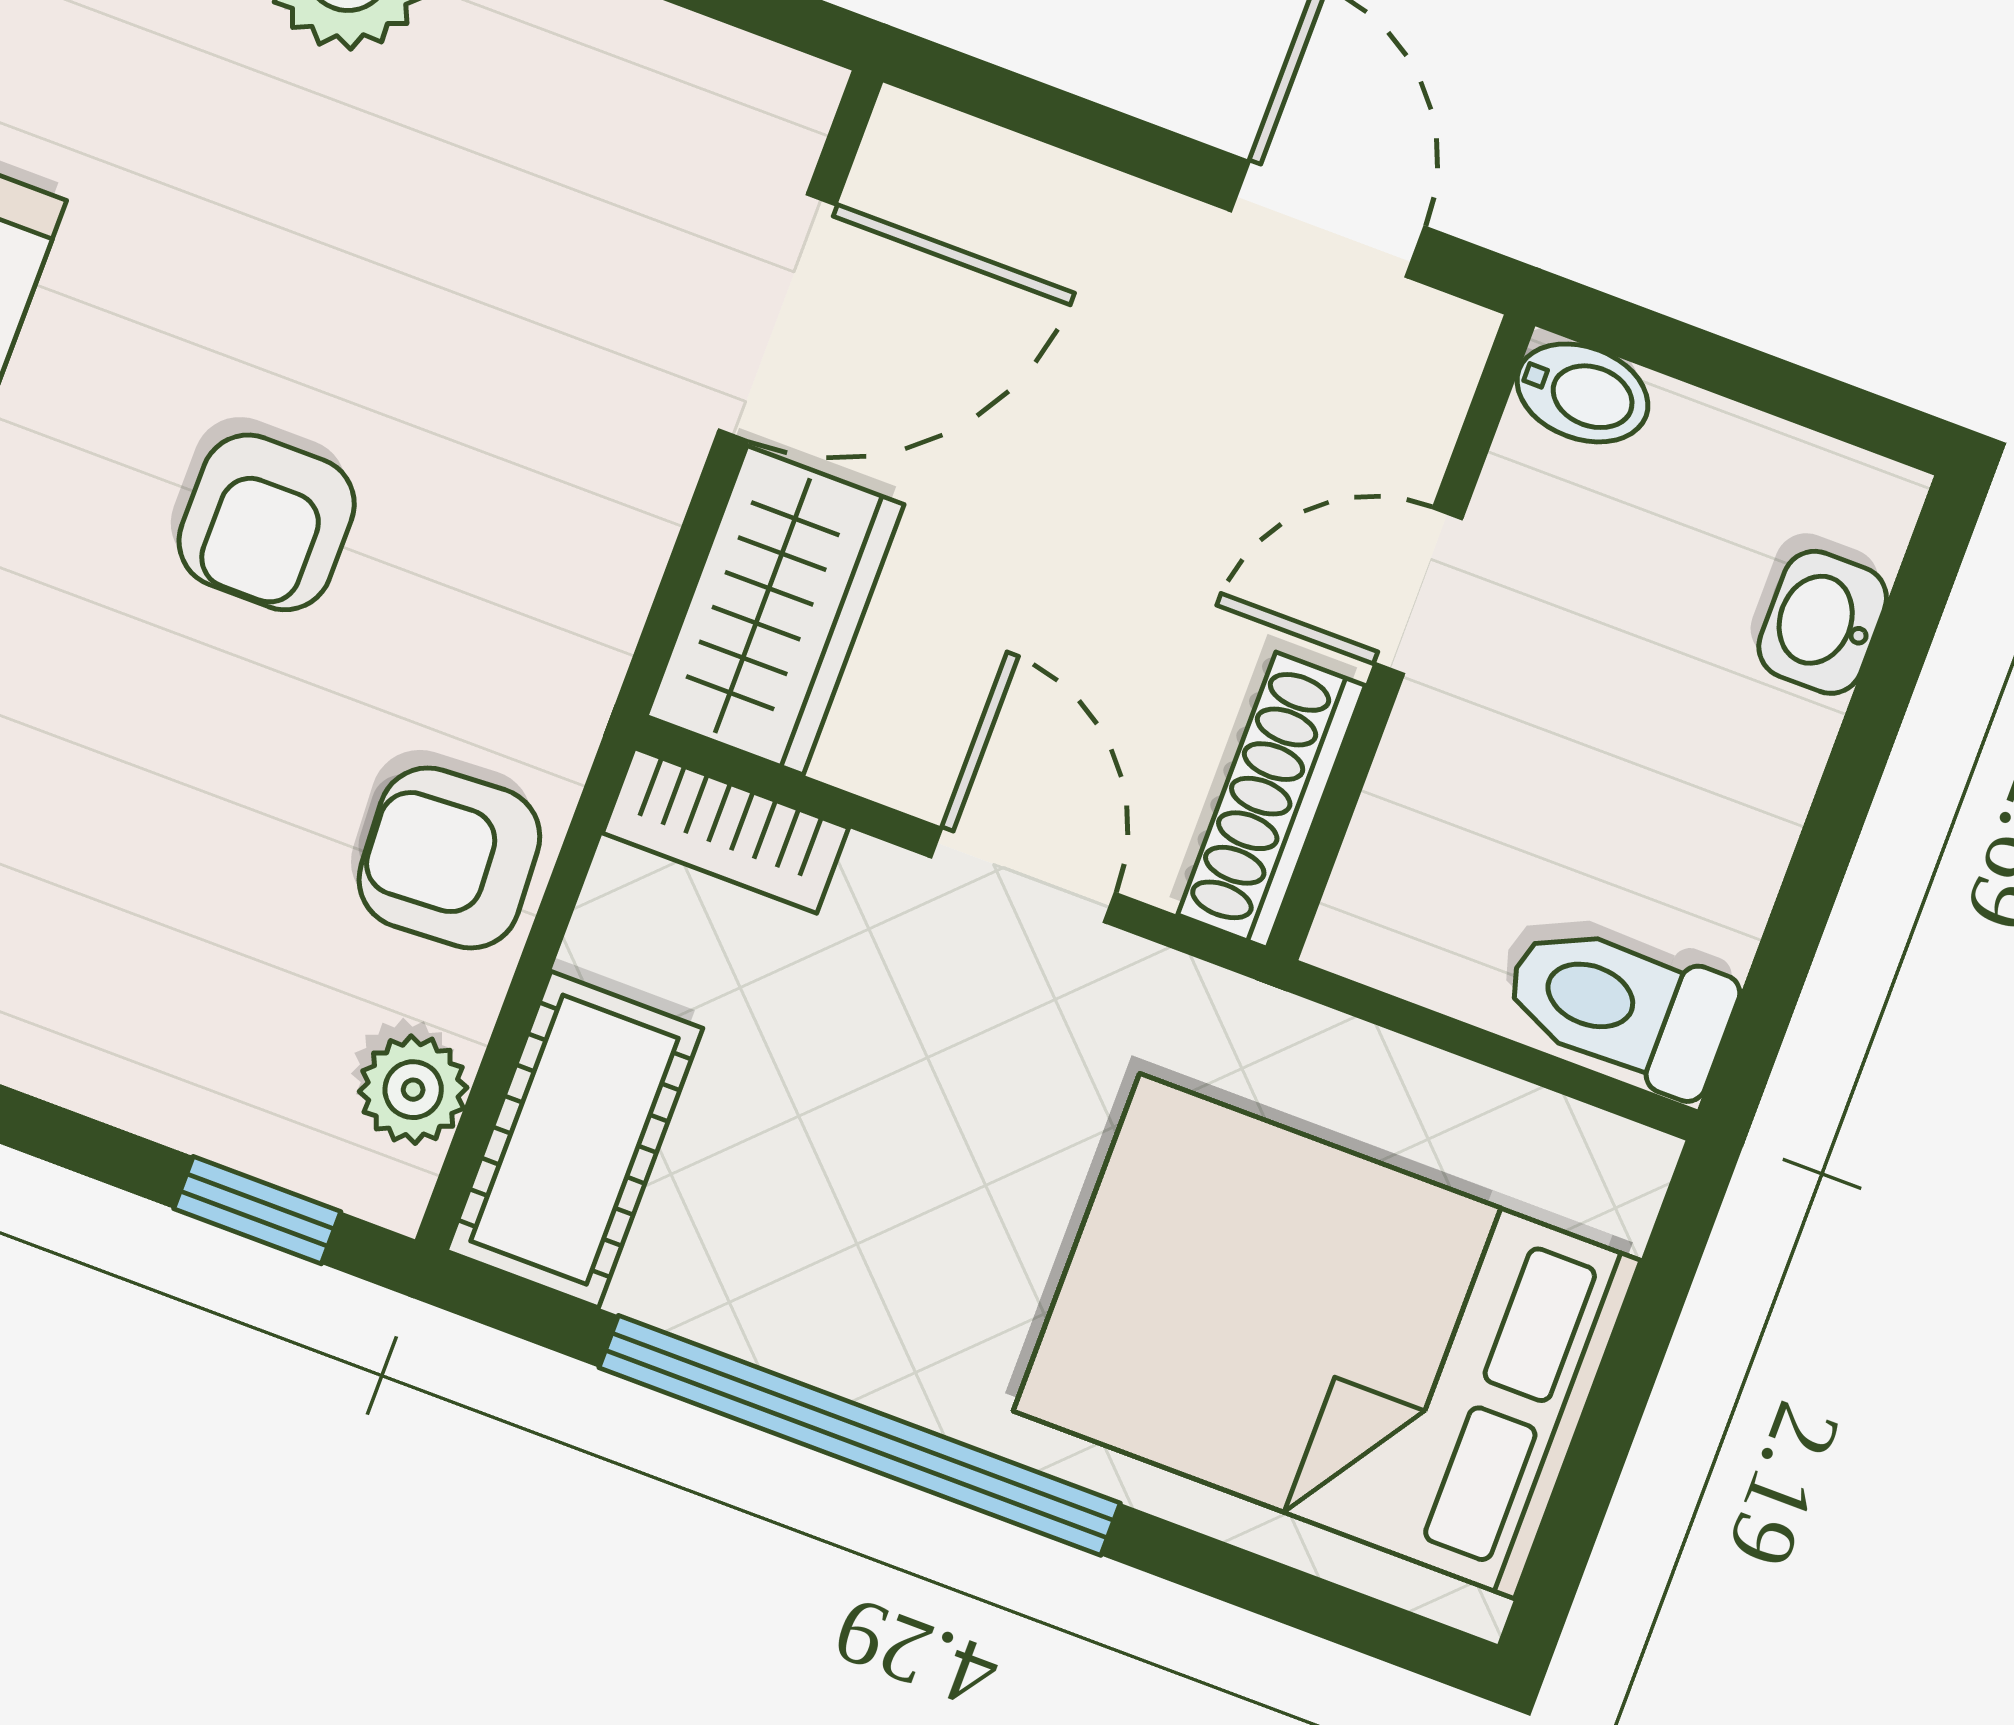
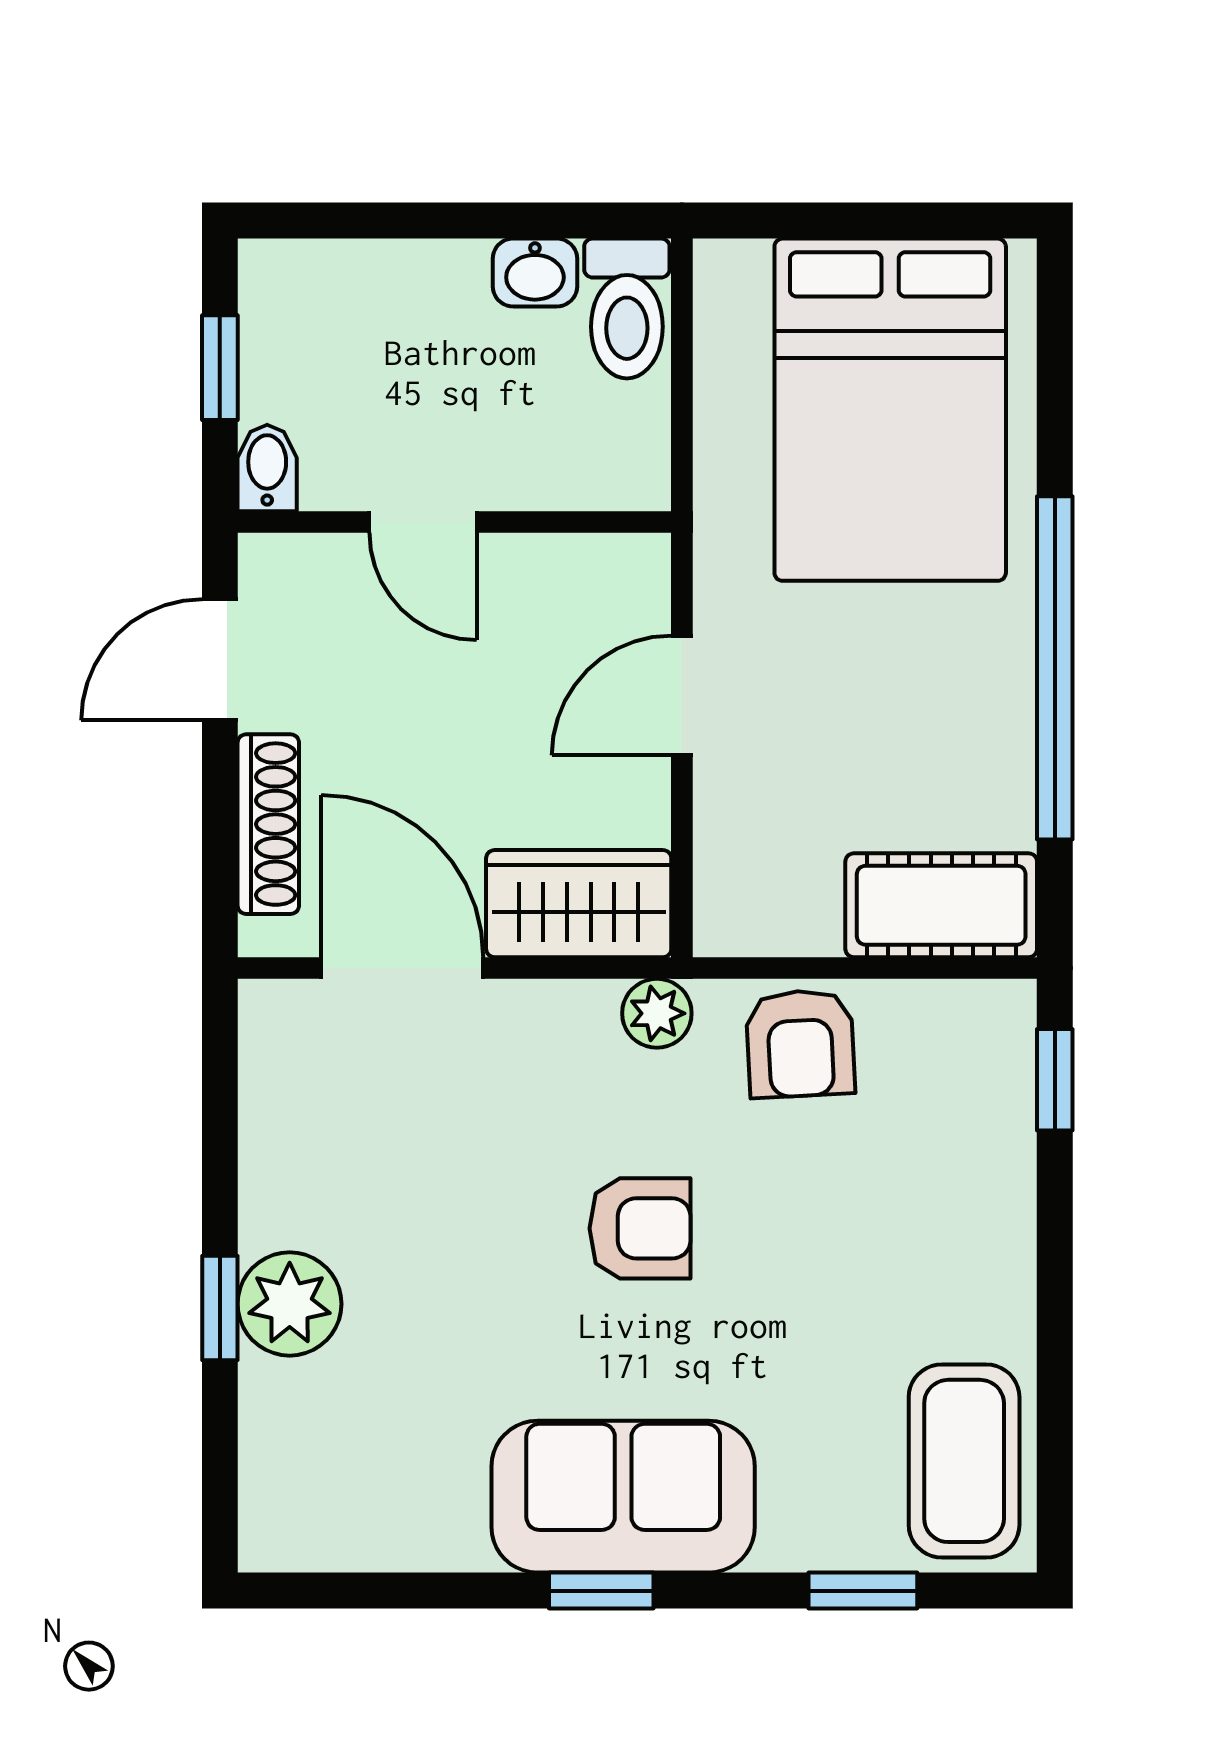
window: (1755, 379) -> (220, 368), added
washbasin: (1823, 622) -> (535, 272), moved
shoe rack: (1271, 800) -> (268, 824), moved, turned -90
bookcase: (725, 830) -> (722, 884), removed
plant: (413, 1090) -> (657, 1013), moved

